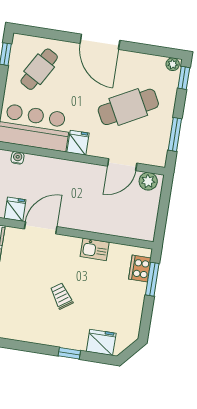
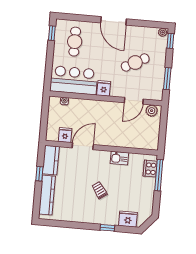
cafe table: (39, 69) -> (75, 42), turned -30
cafe table: (128, 107) -> (135, 62), width x0.73, depth x0.74
window: (152, 279) -> (159, 175), width x1.44

